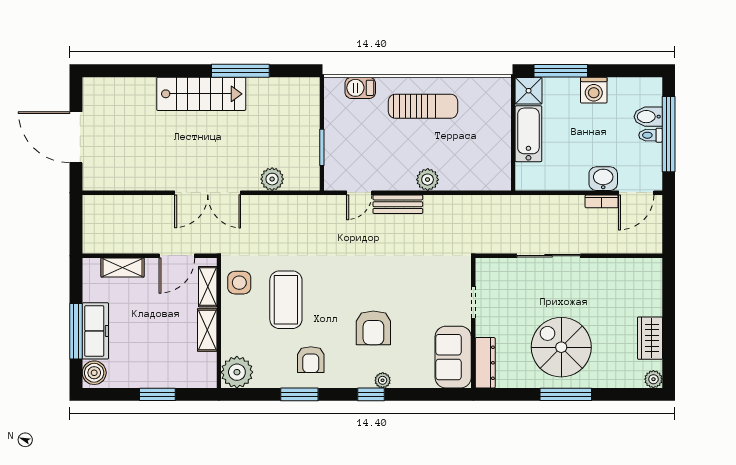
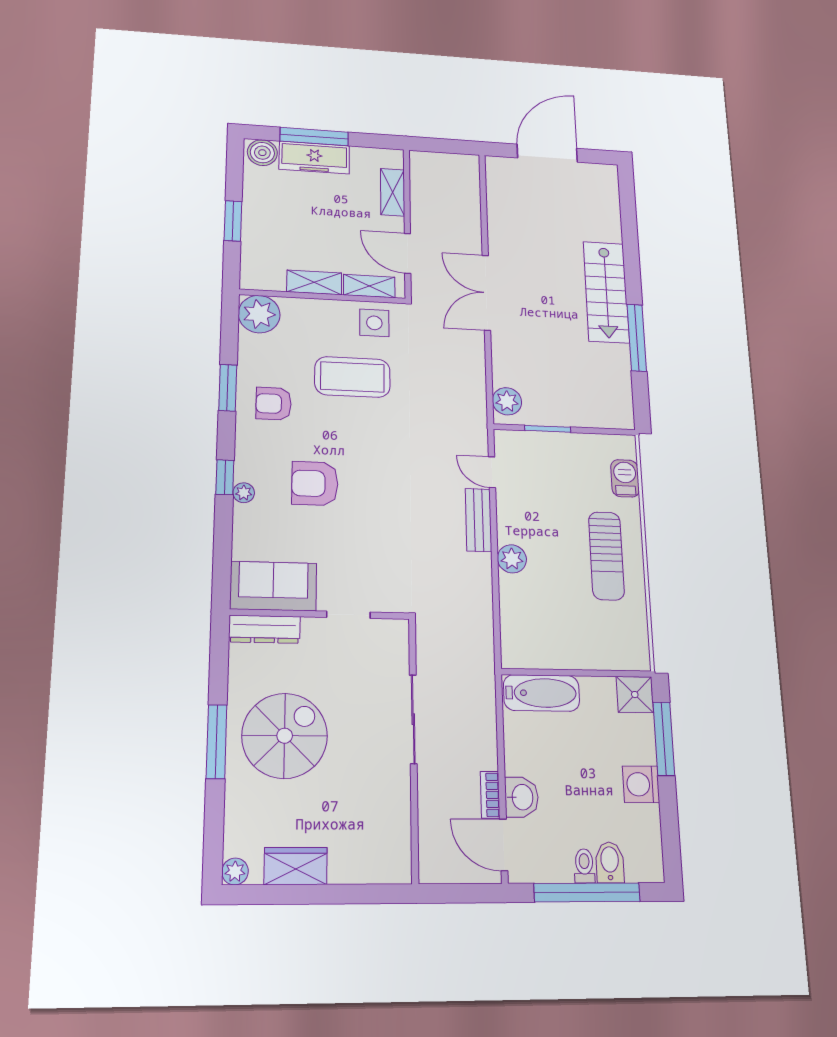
bathtub: (528, 134) -> (542, 693), moved
plant: (272, 179) -> (507, 401), moved

